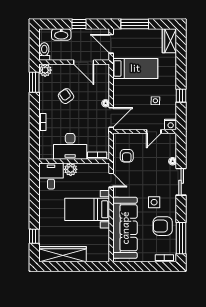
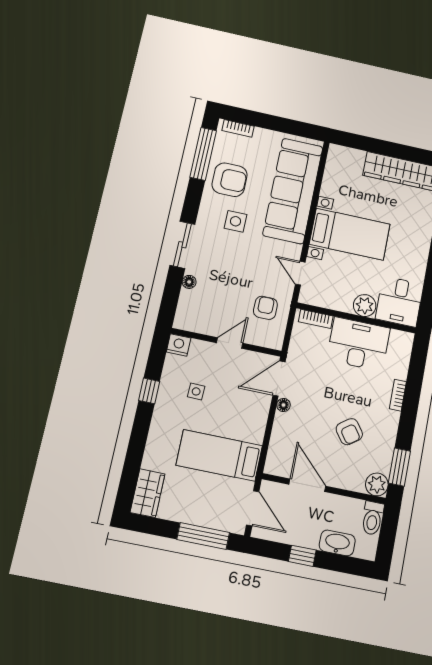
door: (154, 132) -> (230, 343), moved

